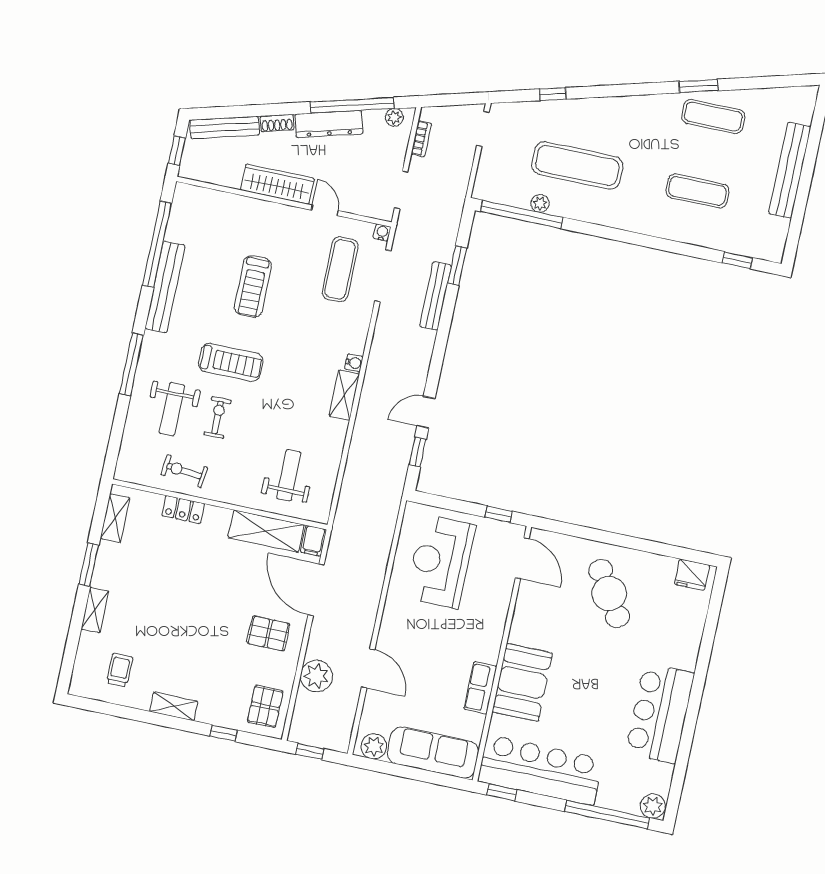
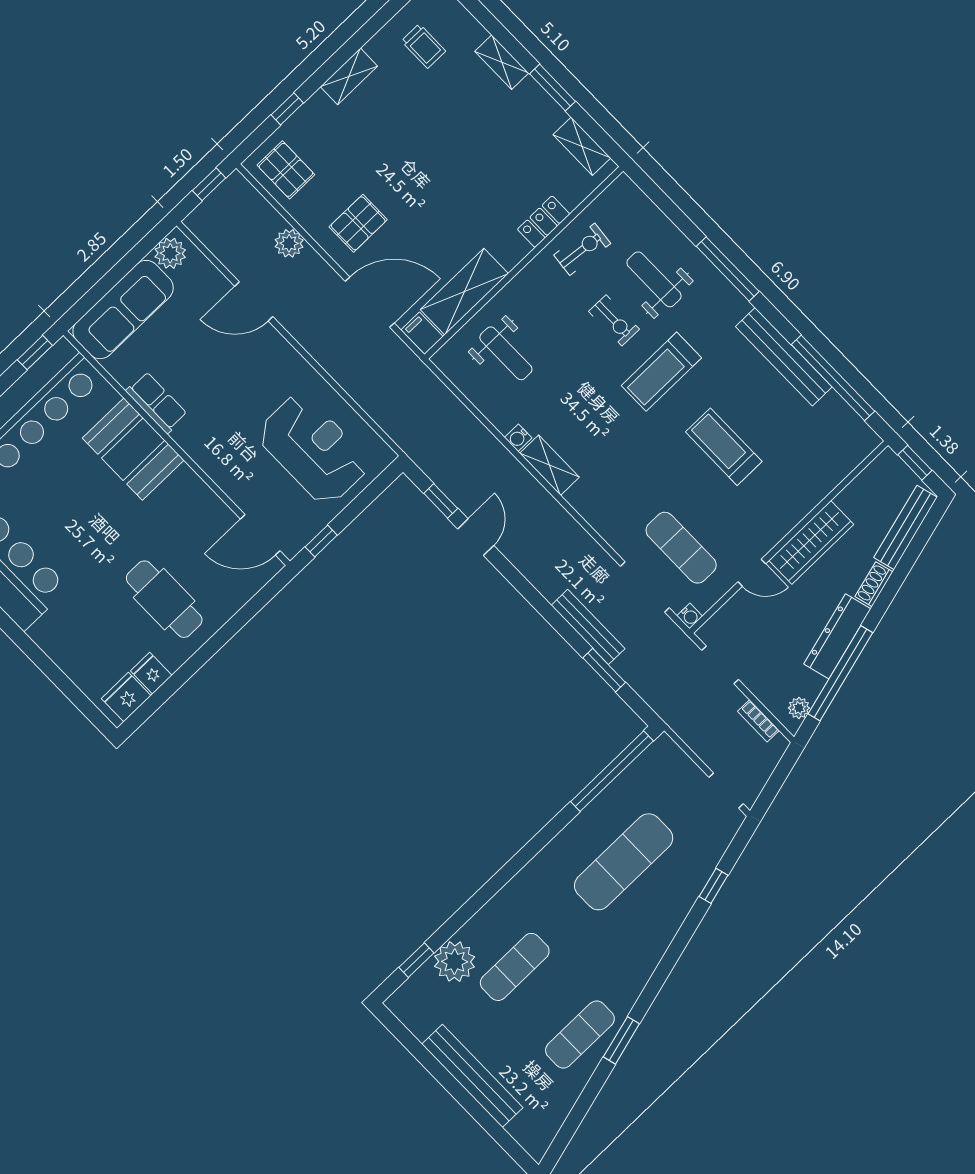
plant: (540, 203) -> (455, 962), moved, width x1.87, depth x1.87
water cooler: (354, 363) -> (518, 438), moved
fridge: (665, 569) -> (151, 673), added
cafe table: (609, 594) -> (164, 599), turned 32
plant: (316, 676) -> (289, 243), width x0.73, depth x0.73

